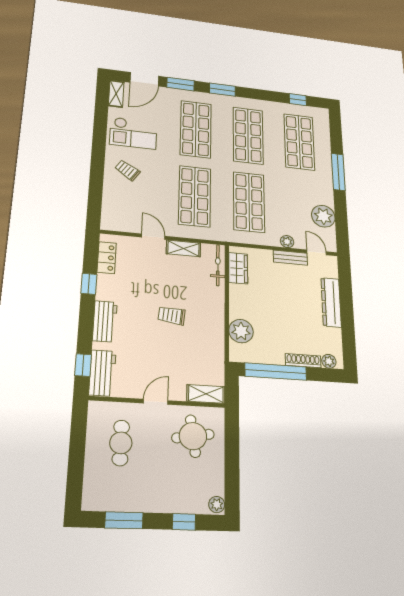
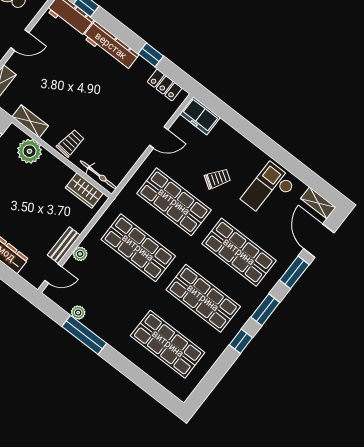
window: (298, 100) -> (241, 341), moved
trolley: (127, 170) -> (217, 179), moved
window: (338, 172) -> (84, 335), moved
freezer: (112, 216) -> (200, 116), added
plant: (323, 216) -> (78, 313), width x0.53, depth x0.53
shelving: (183, 248) -> (30, 121), moved, turned 90
trolley: (172, 316) -> (70, 143), moved
workbench: (105, 321) -> (111, 46), width x1.38
door: (156, 402) -> (20, 40), hinge flipped

